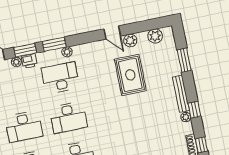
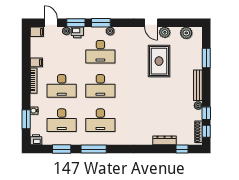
desk: (60, 78) -> (100, 52), turned 180
window: (194, 110) -> (206, 113), moved

